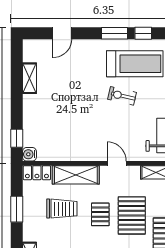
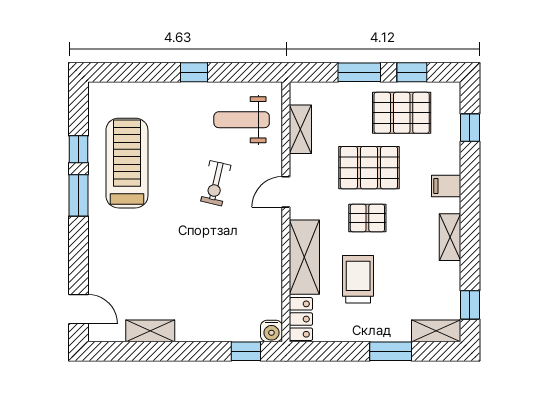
door: (62, 33) -> (78, 309), moved
exercise bike: (122, 96) -> (216, 183), moved
window: (17, 209) -> (391, 351), moved

